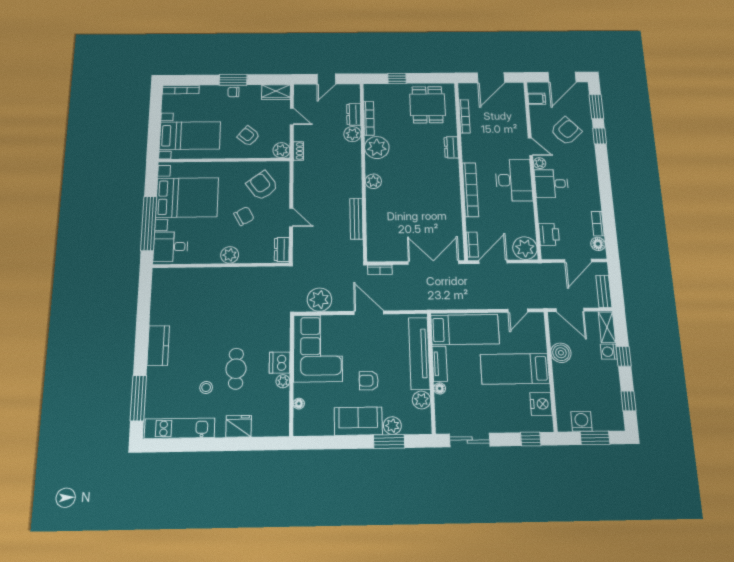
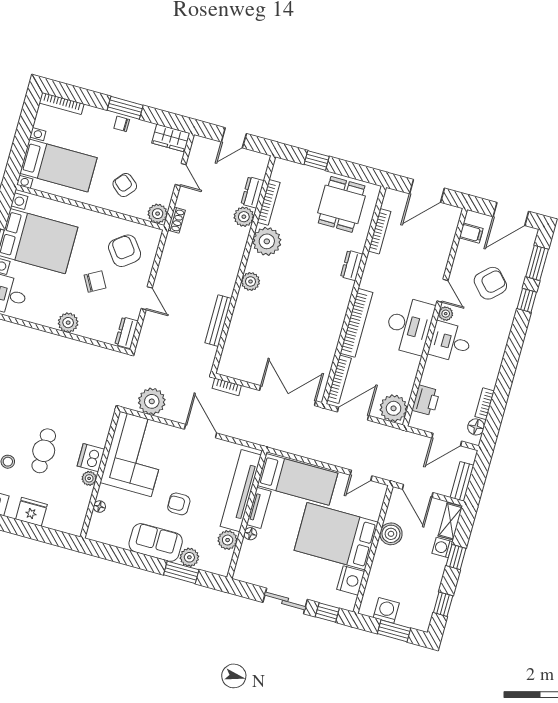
bookcase: (472, 245) -> (339, 379), width x1.56
bed: (515, 369) -> (336, 536), width x1.50
sliding door: (470, 440) -> (285, 601), moved

